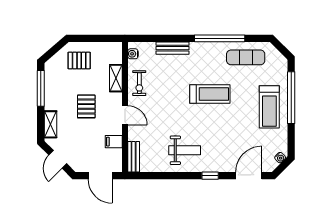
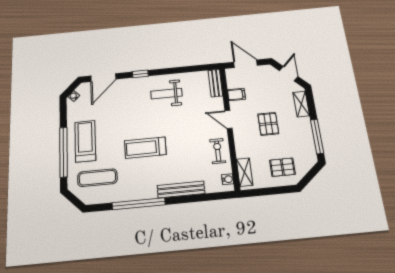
bench: (172, 48) -> (181, 190), width x1.36
exercise mat: (246, 57) -> (97, 178), moved
shelving: (116, 78) -> (245, 172), moved

